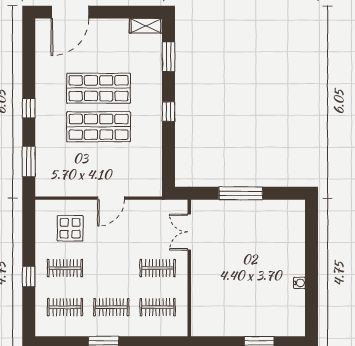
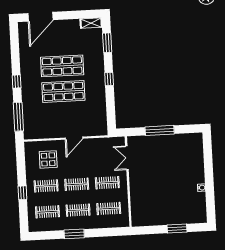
window: (29, 161) -> (18, 117), width x1.44
clothes rail: (111, 268) -> (77, 184), added

